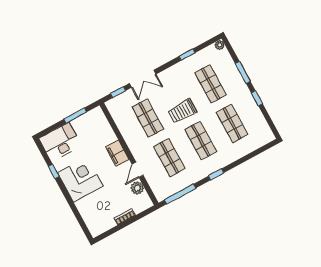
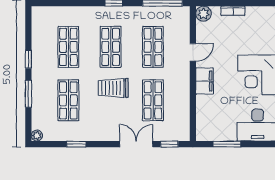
trolley: (182, 111) -> (113, 88), turned 180
plant: (137, 188) -> (203, 14), moved

